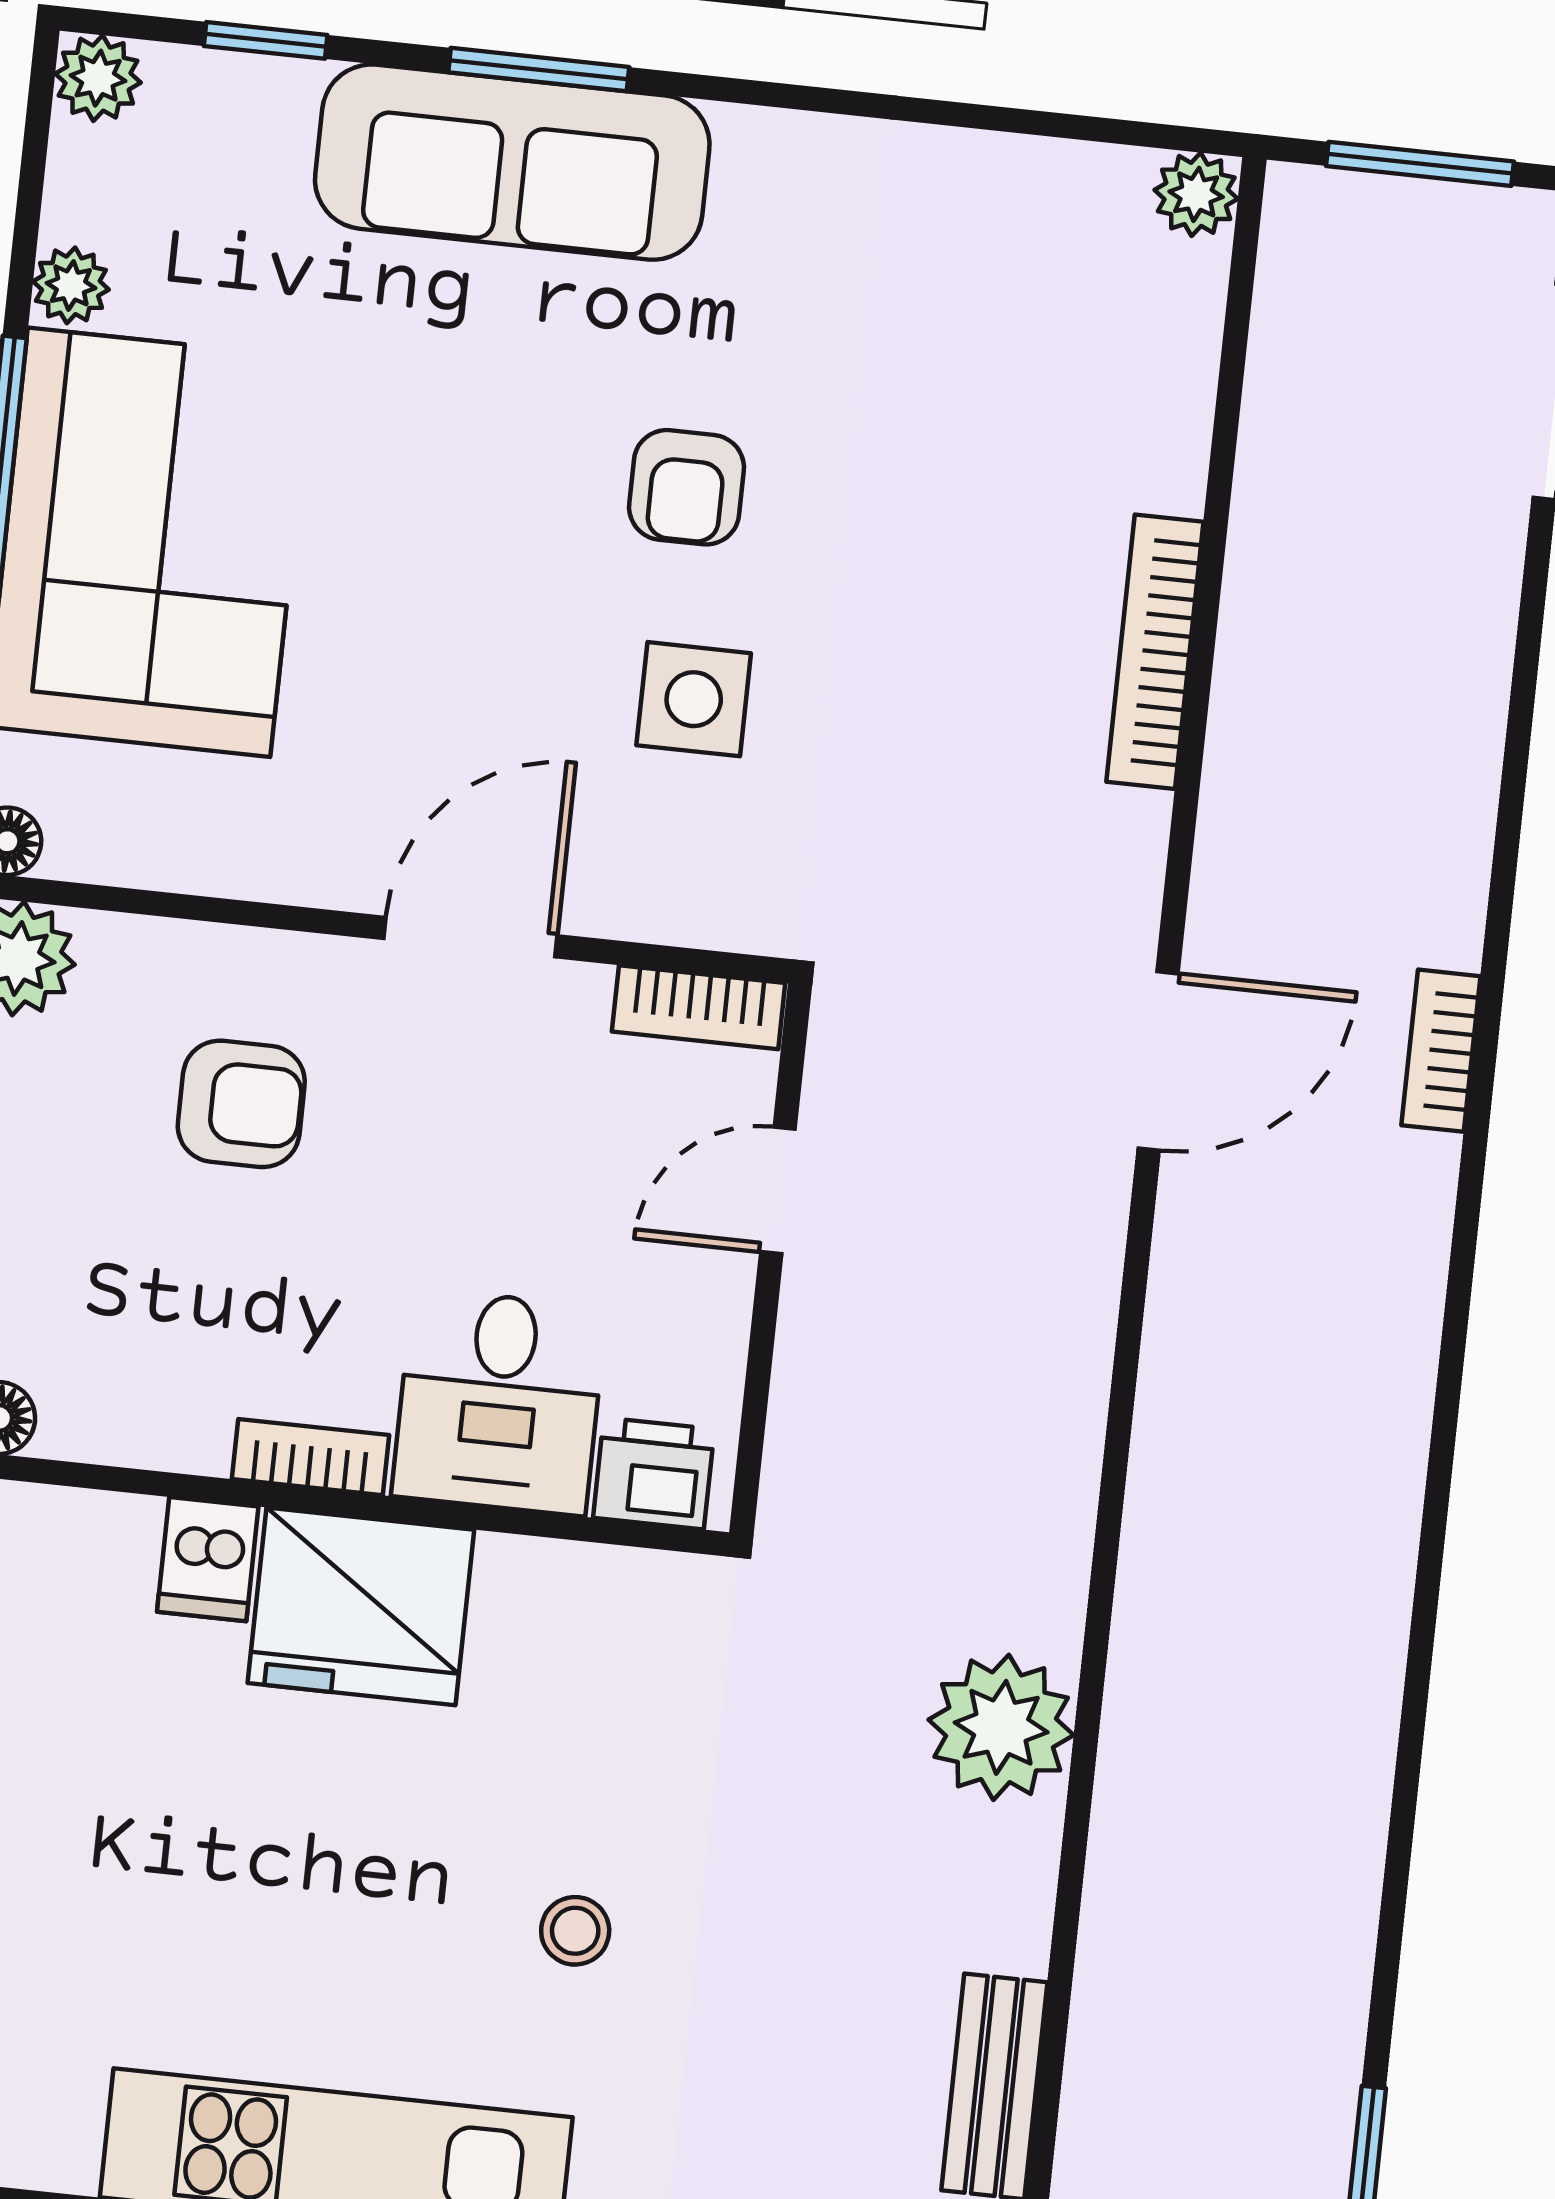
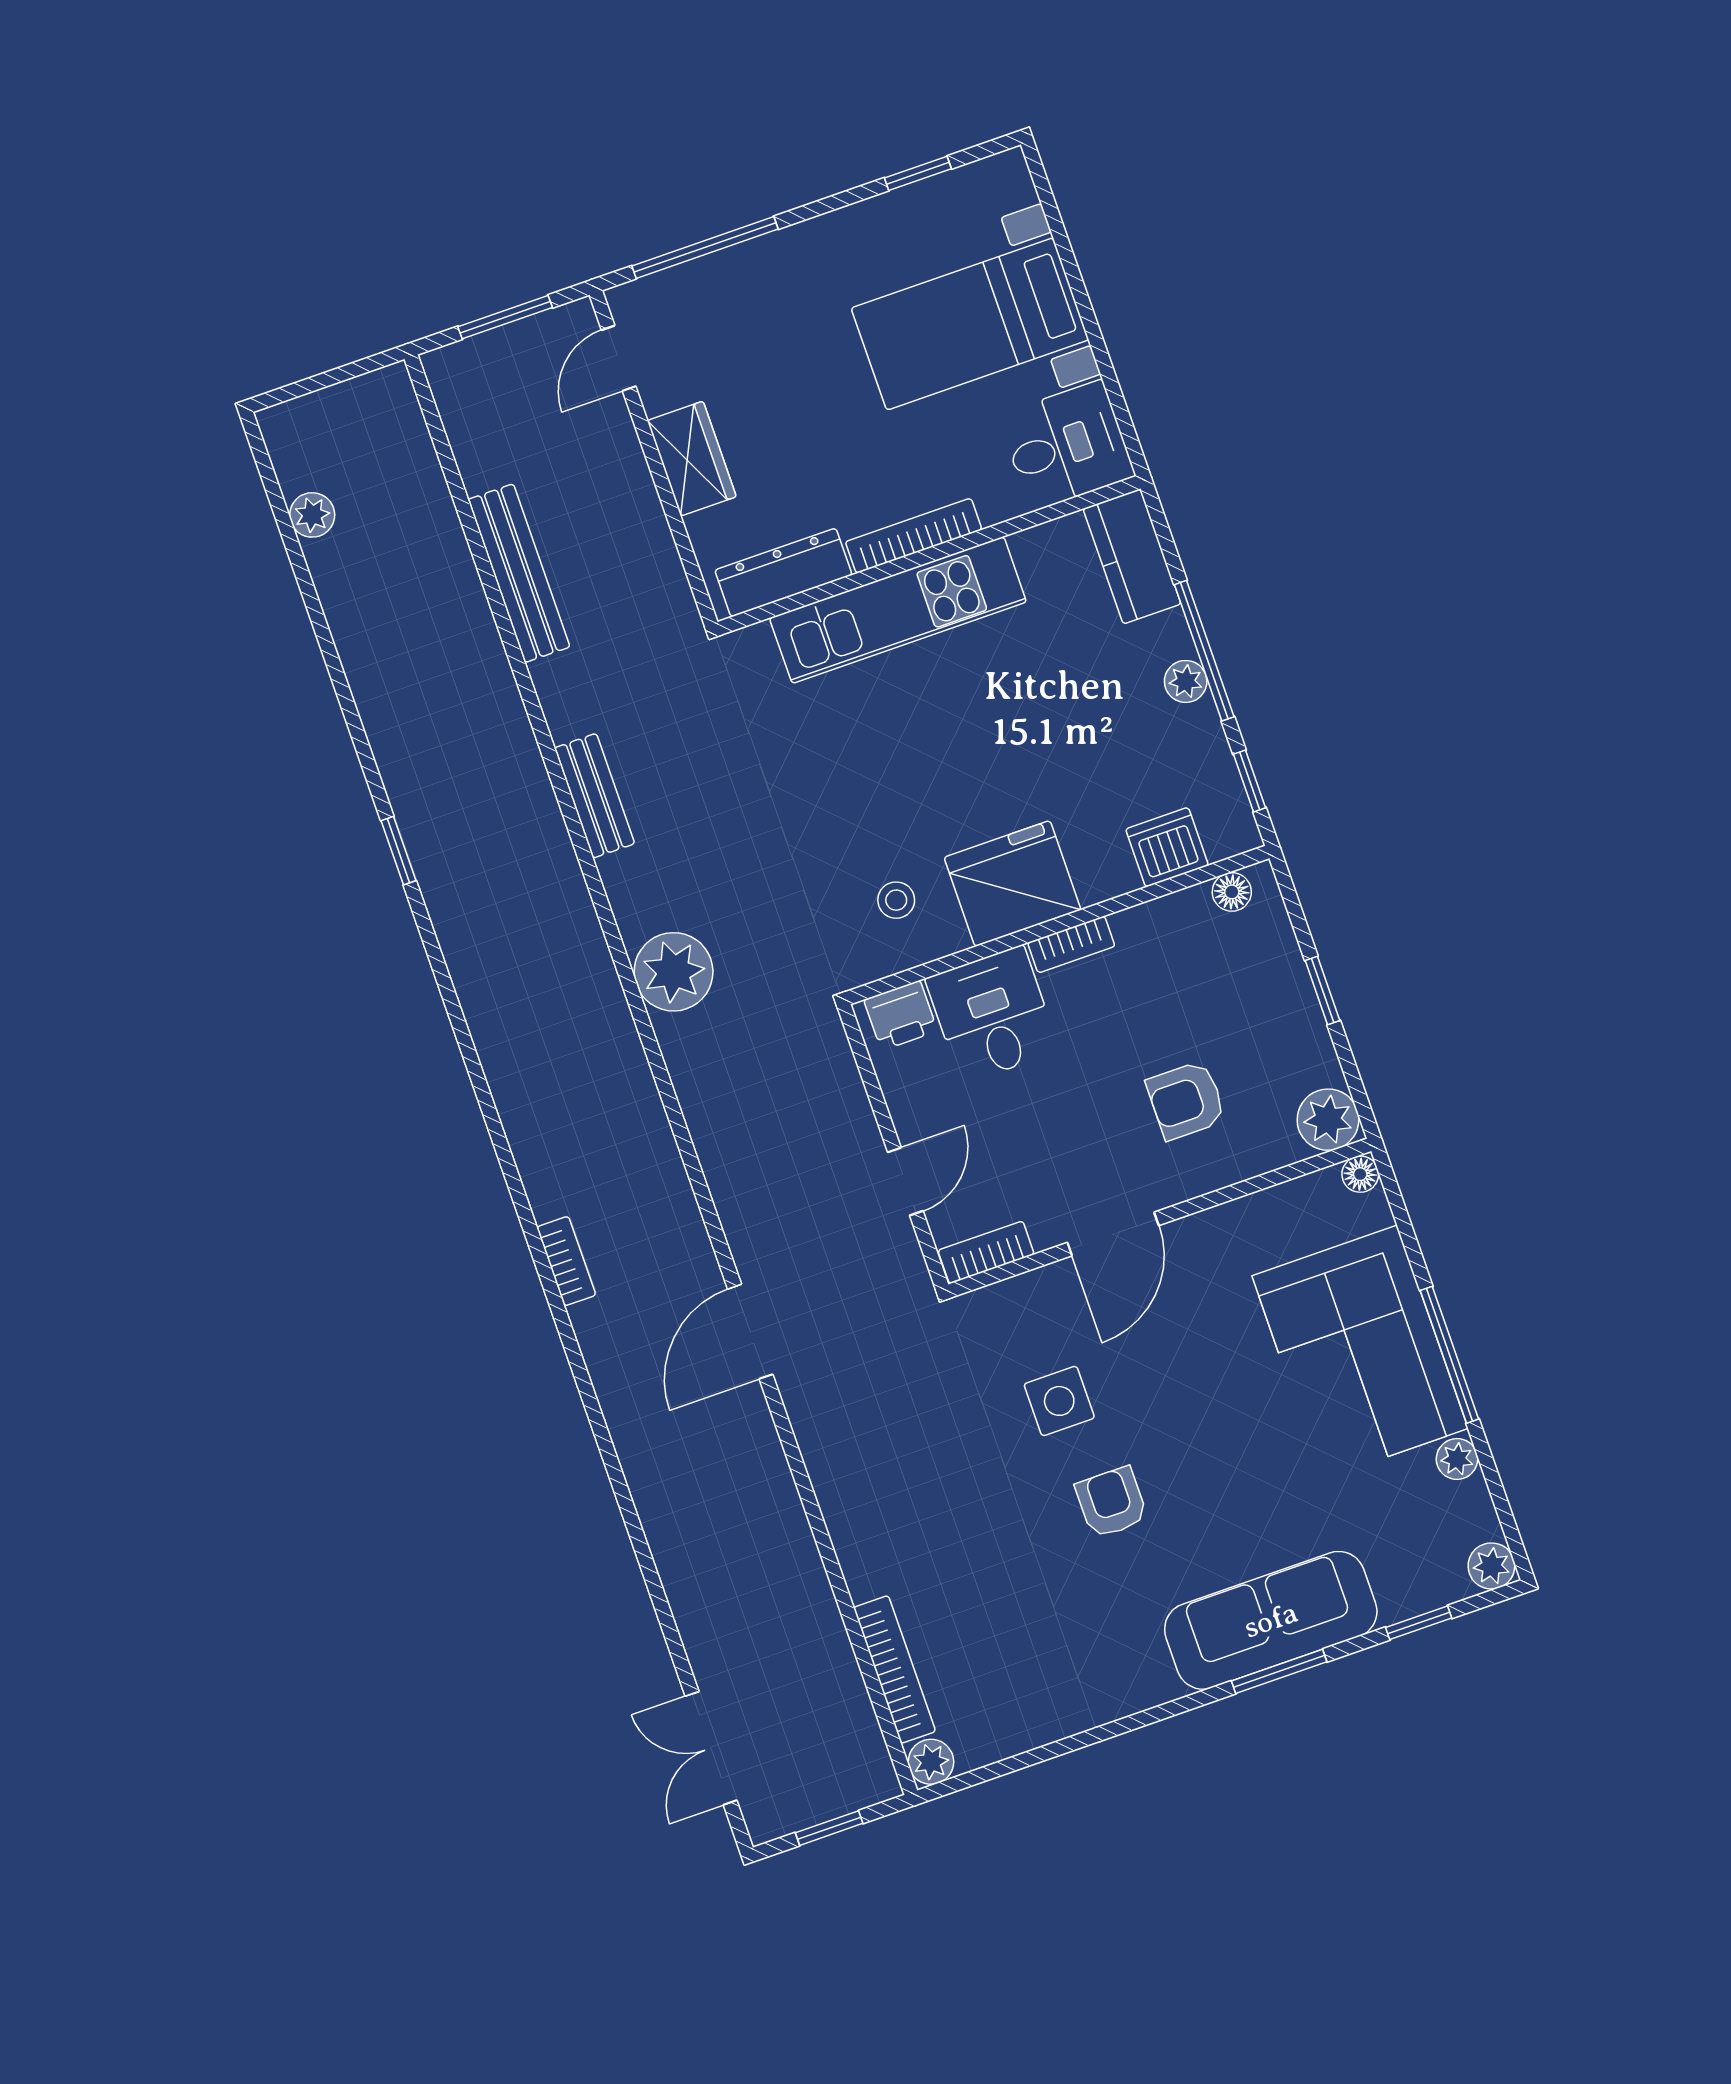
window: (1420, 164) -> (829, 1828), width x0.67
bookcase: (1155, 652) -> (894, 1669), moved
bookcase: (1441, 1051) -> (566, 1261), moved
dishwasher: (208, 1559) -> (1167, 847), moved, width x1.38
stool: (575, 1931) -> (896, 900), moved

